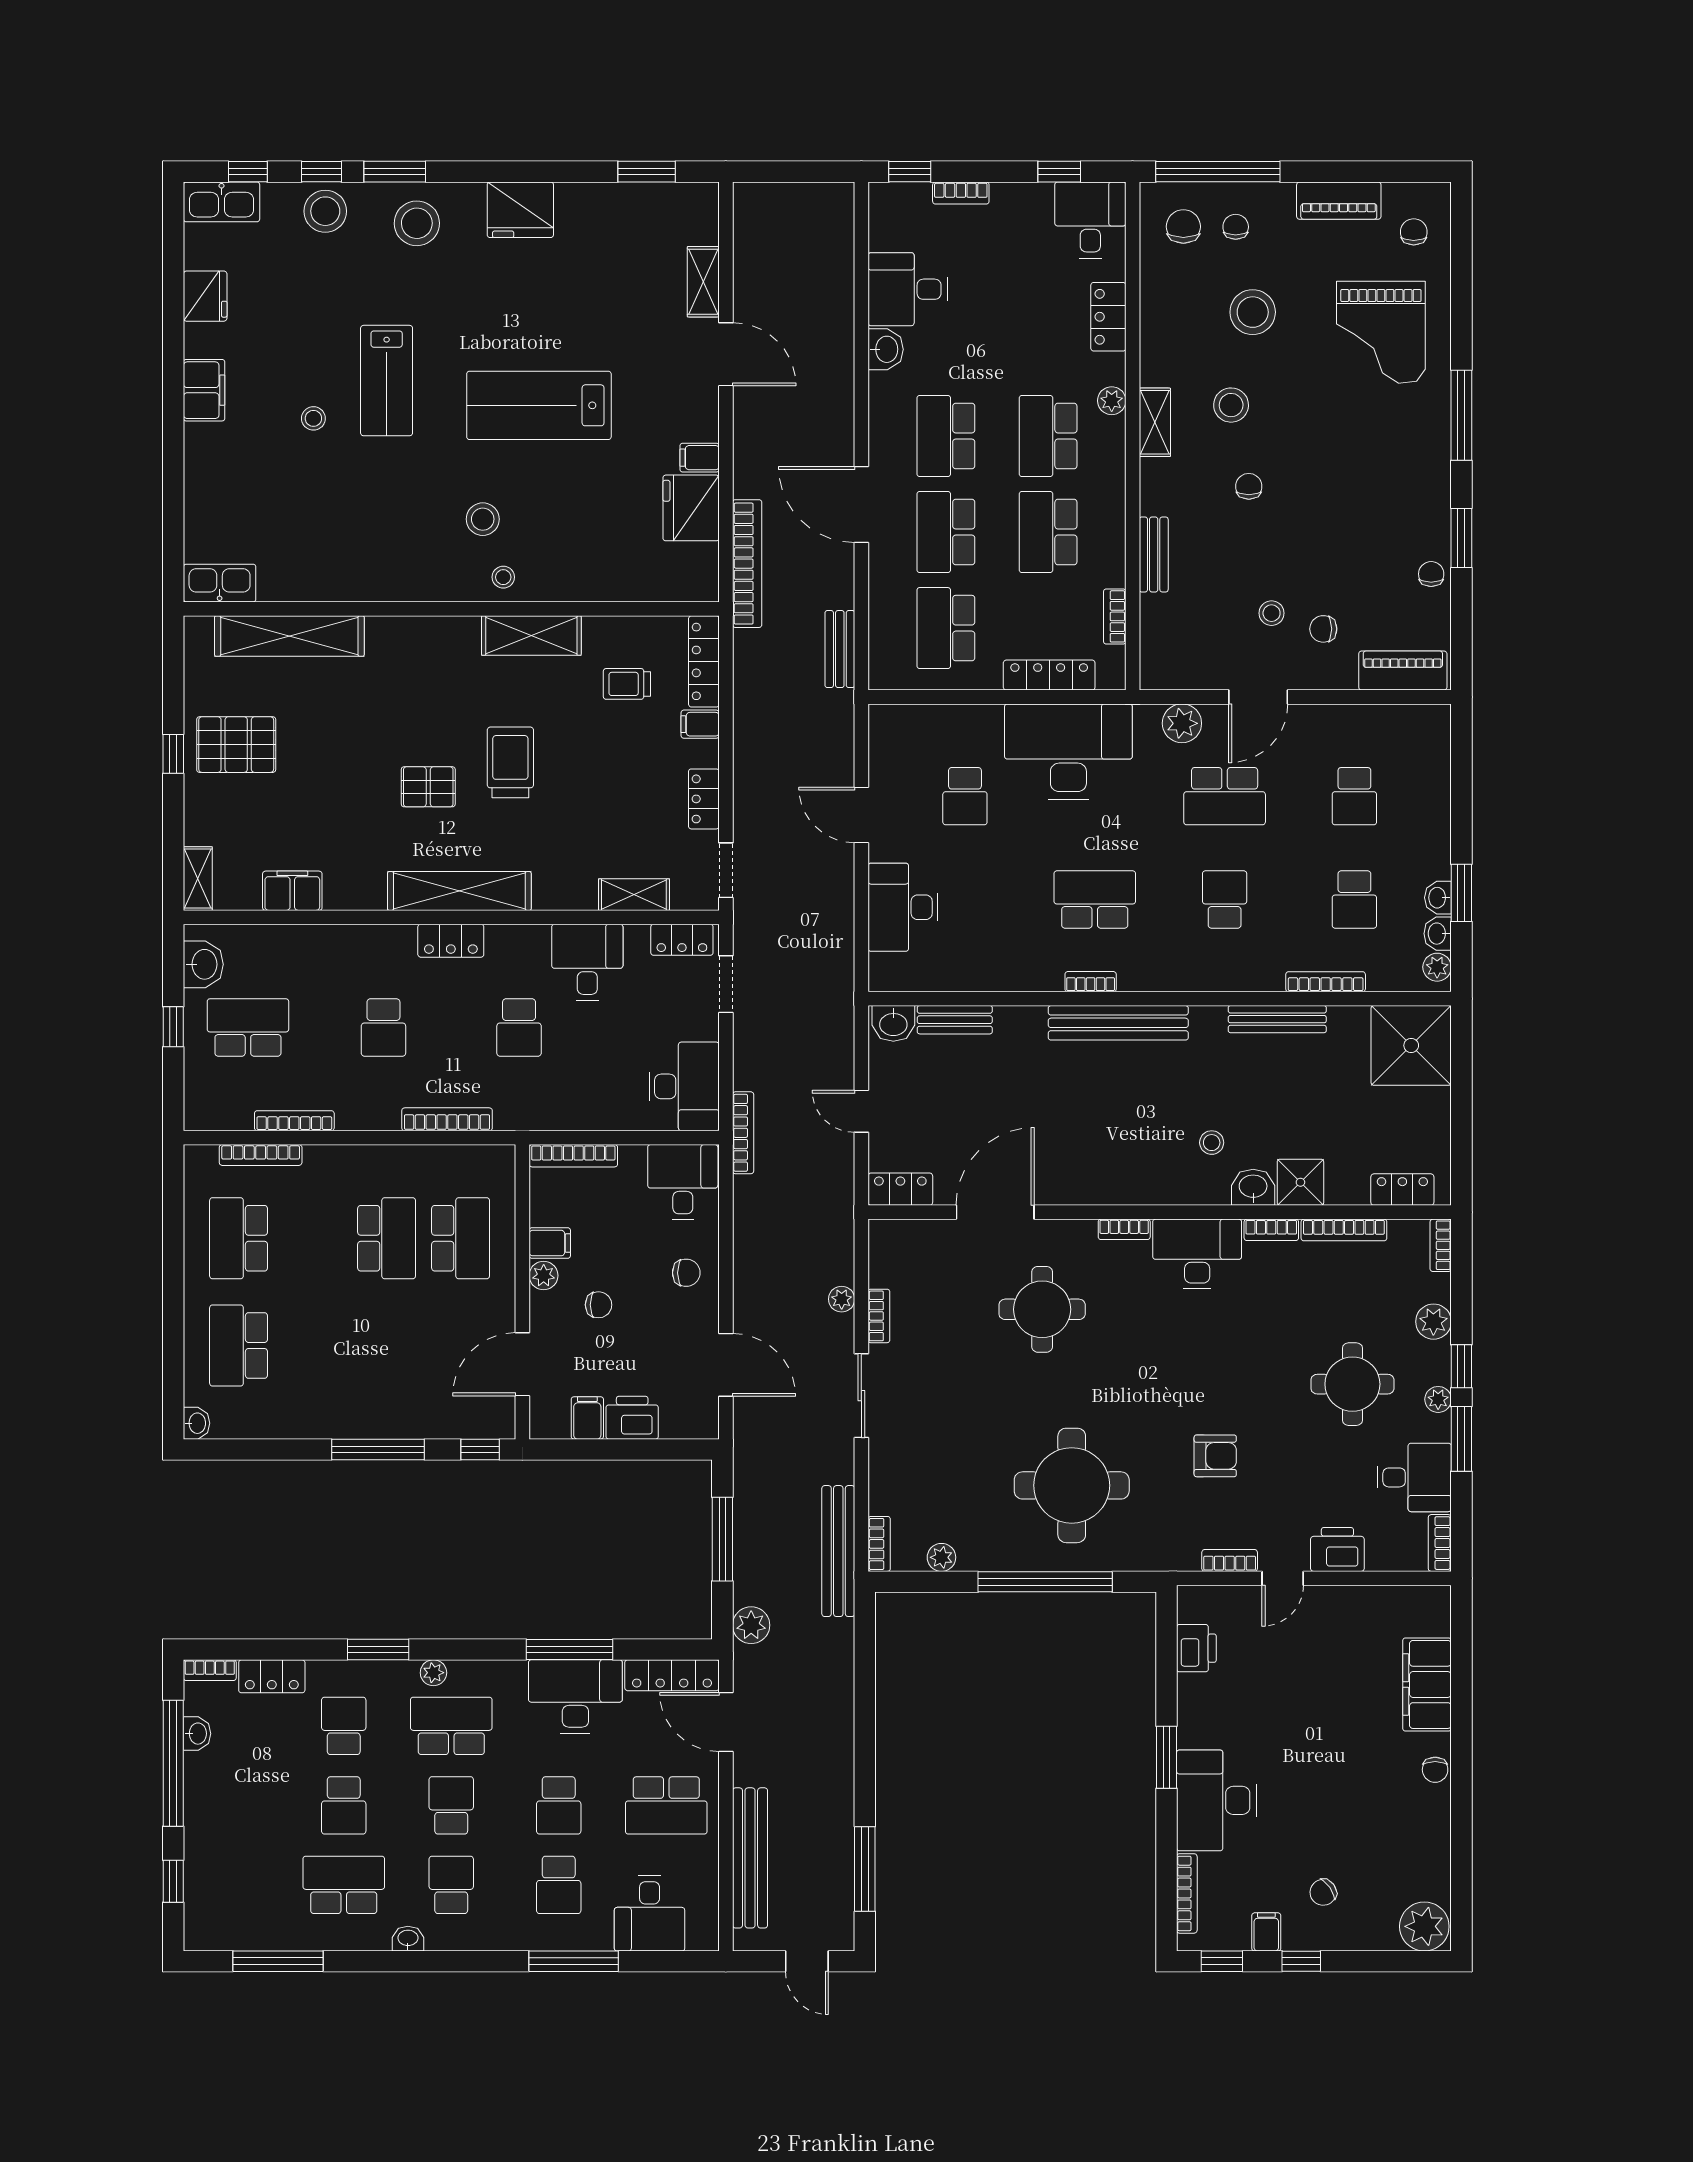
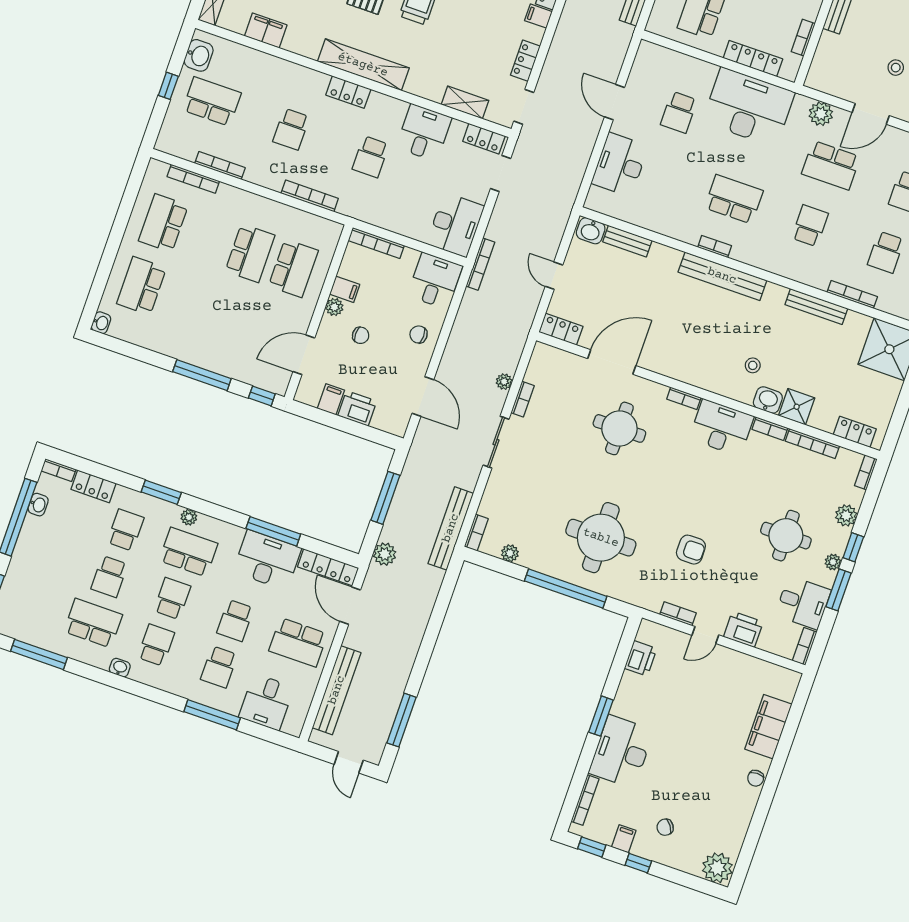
chair: (686, 1273) -> (418, 334), turned 180

